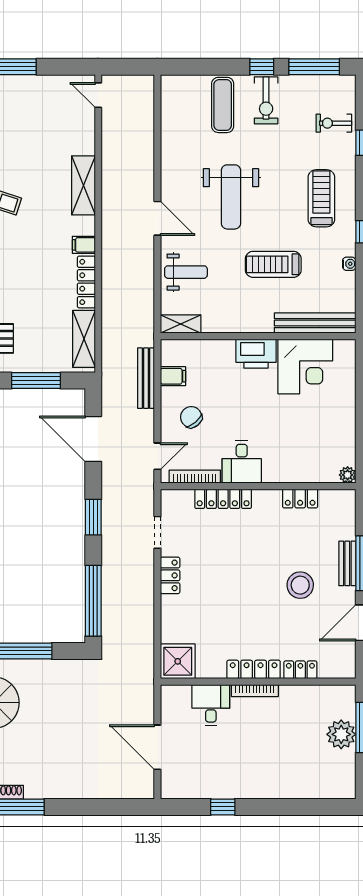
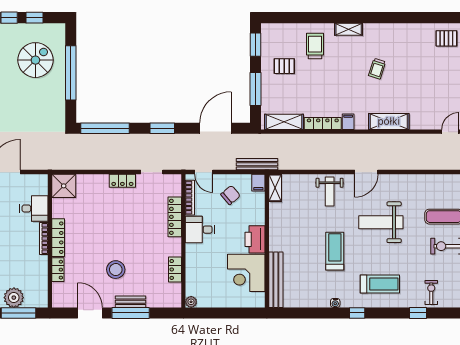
bench: (315, 323) -> (276, 280), moved
shelving: (181, 324) -> (275, 188), moved
wall: (258, 336) -> (267, 241), moved
printer: (256, 354) -> (255, 239), moved
corner desk: (305, 366) -> (246, 273), moved

